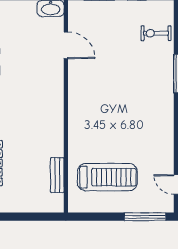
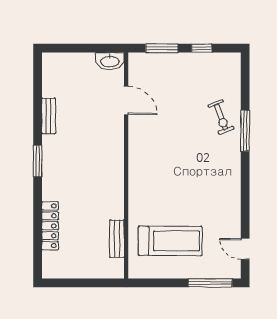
exercise bike: (156, 33) -> (221, 117), moved, turned -111

